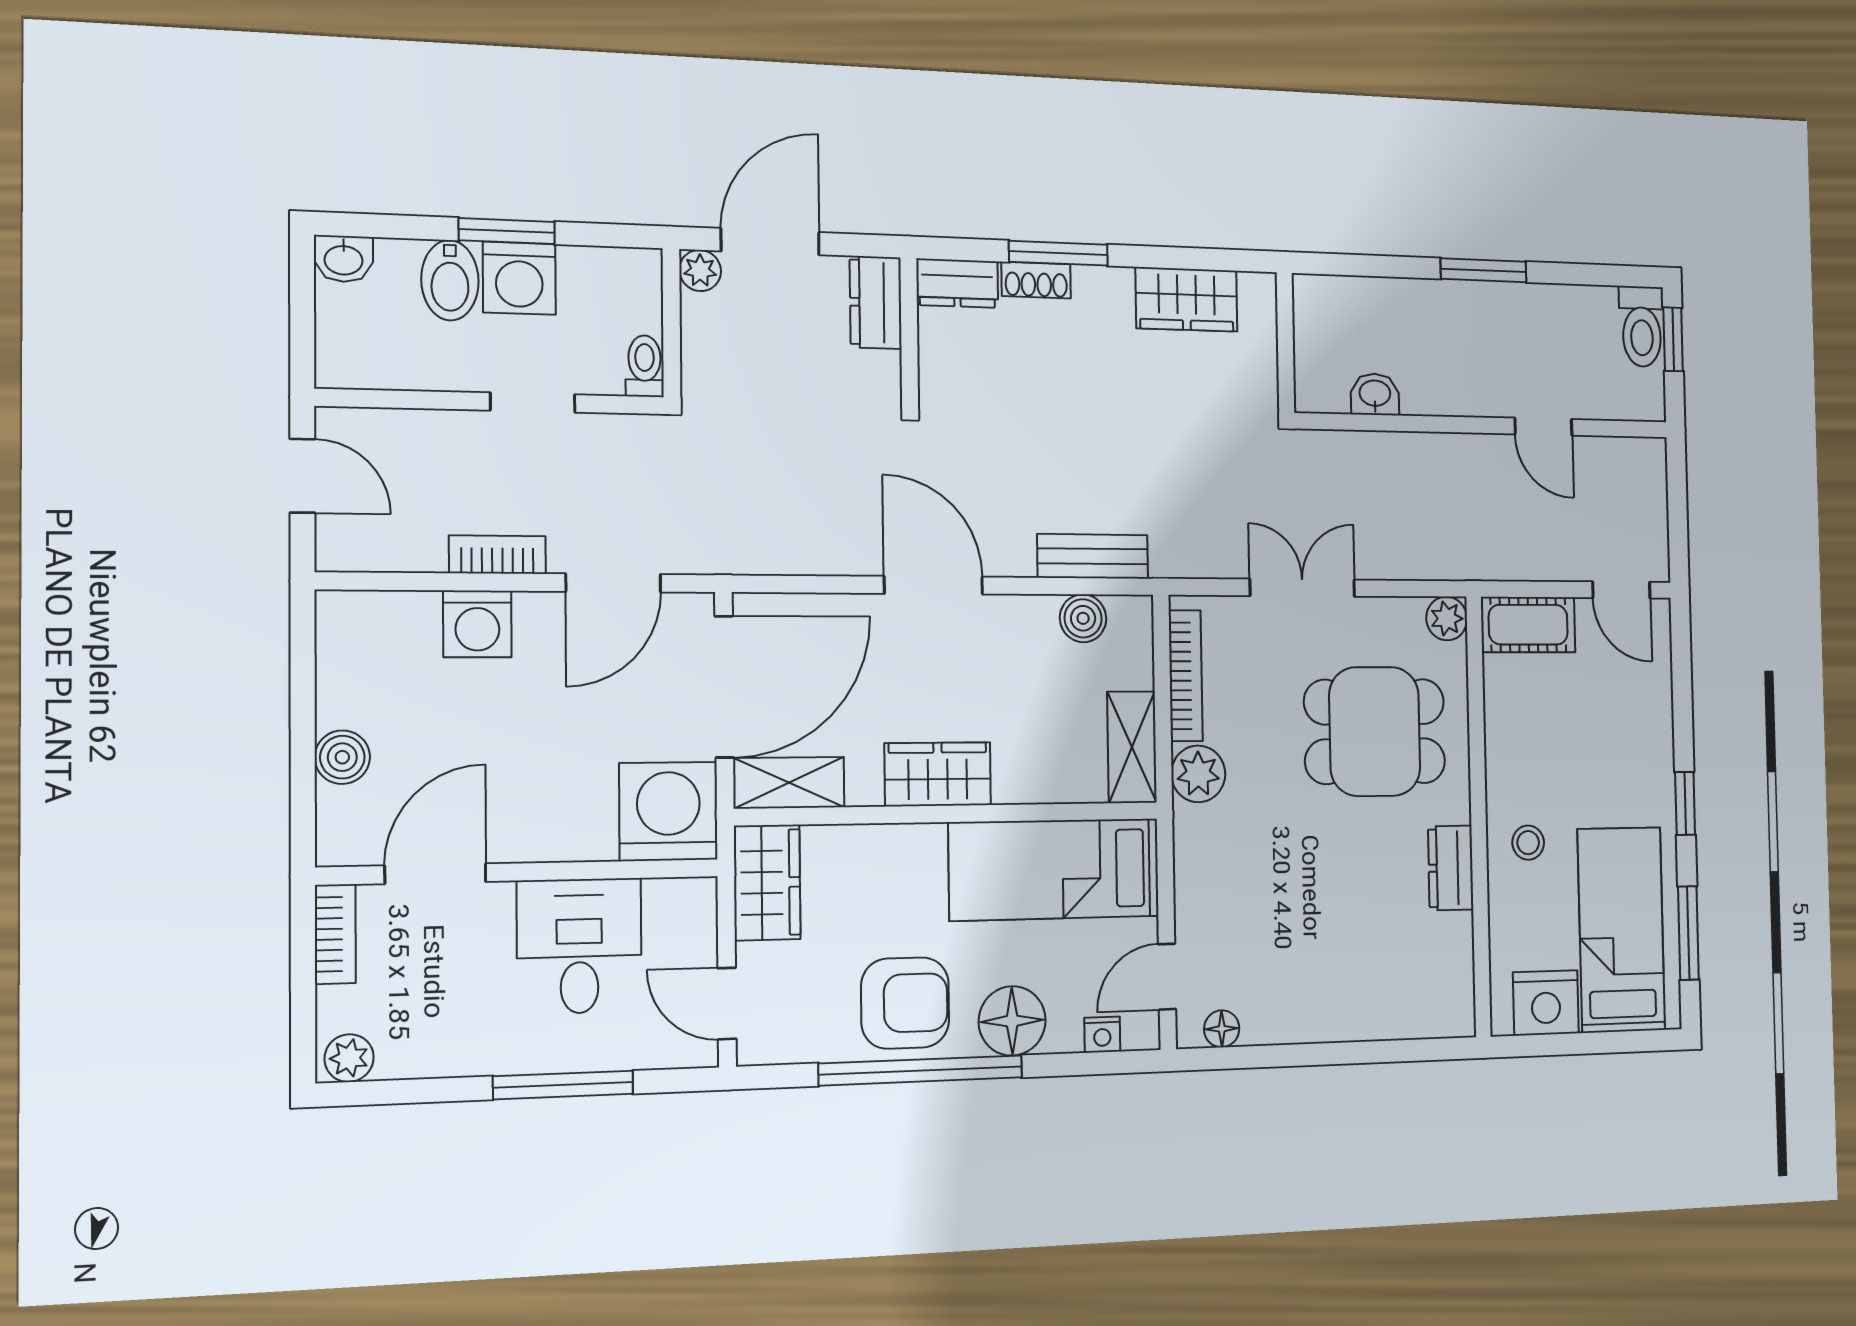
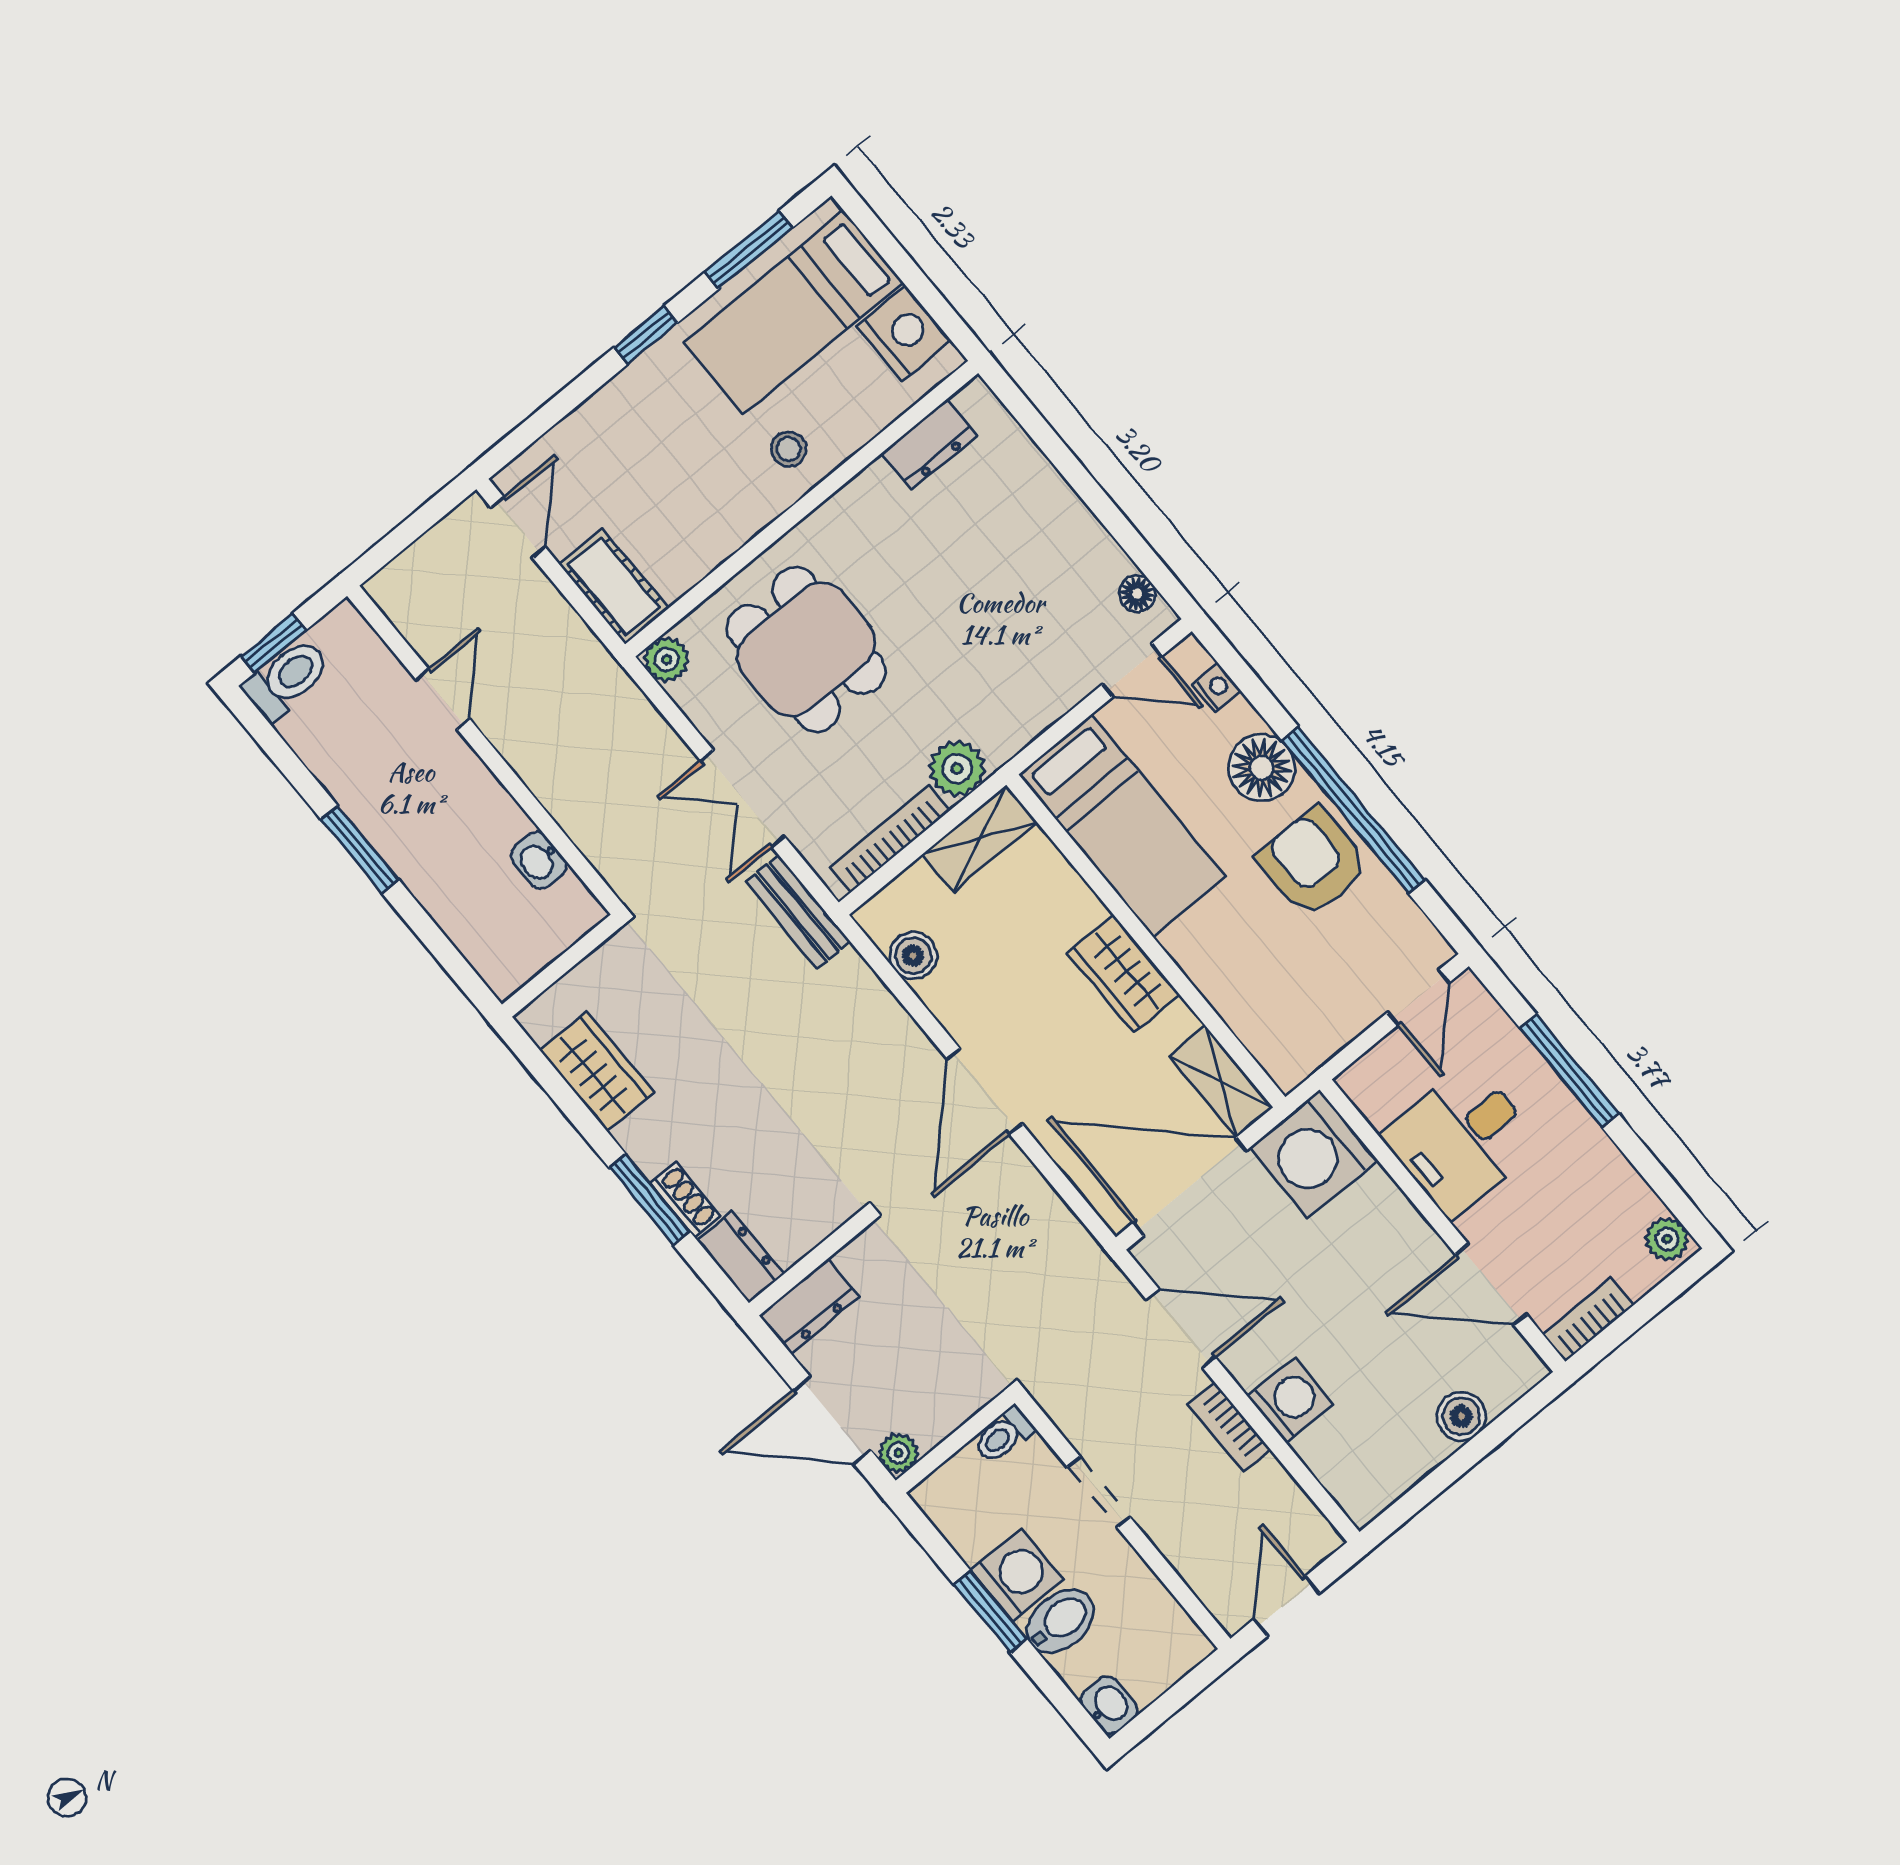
bench: (1093, 556) -> (798, 912), moved
dresser: (1451, 868) -> (929, 444), moved
wardrobe: (767, 883) -> (1307, 1039), removed

